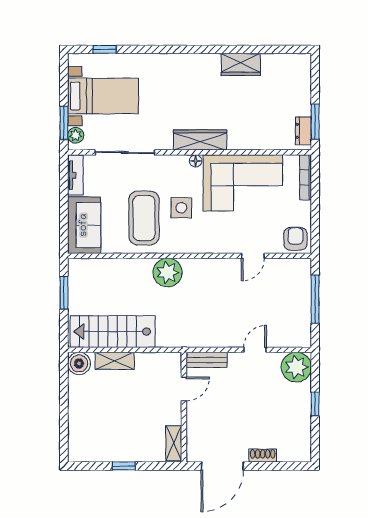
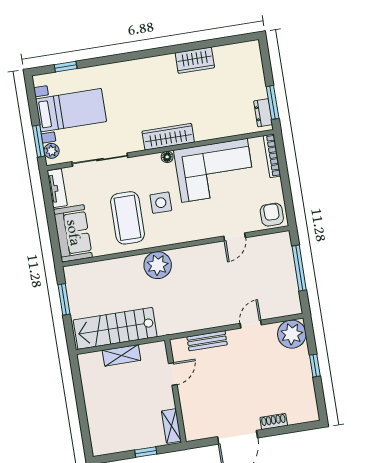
boiler: (79, 363) -> (89, 363), removed
door: (184, 389) -> (173, 374), moved
wall: (184, 407) -> (175, 391), moved
shelving: (174, 443) -> (171, 426), moved

